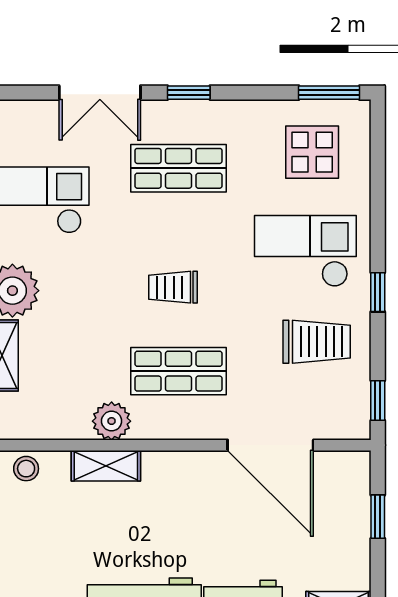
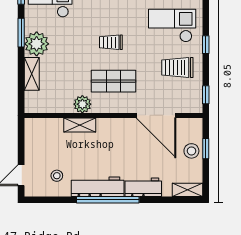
trolley: (317, 342) -> (177, 67), turned 180
stool: (26, 469) -> (57, 176), moved
stool: (347, 522) -> (191, 151), added

